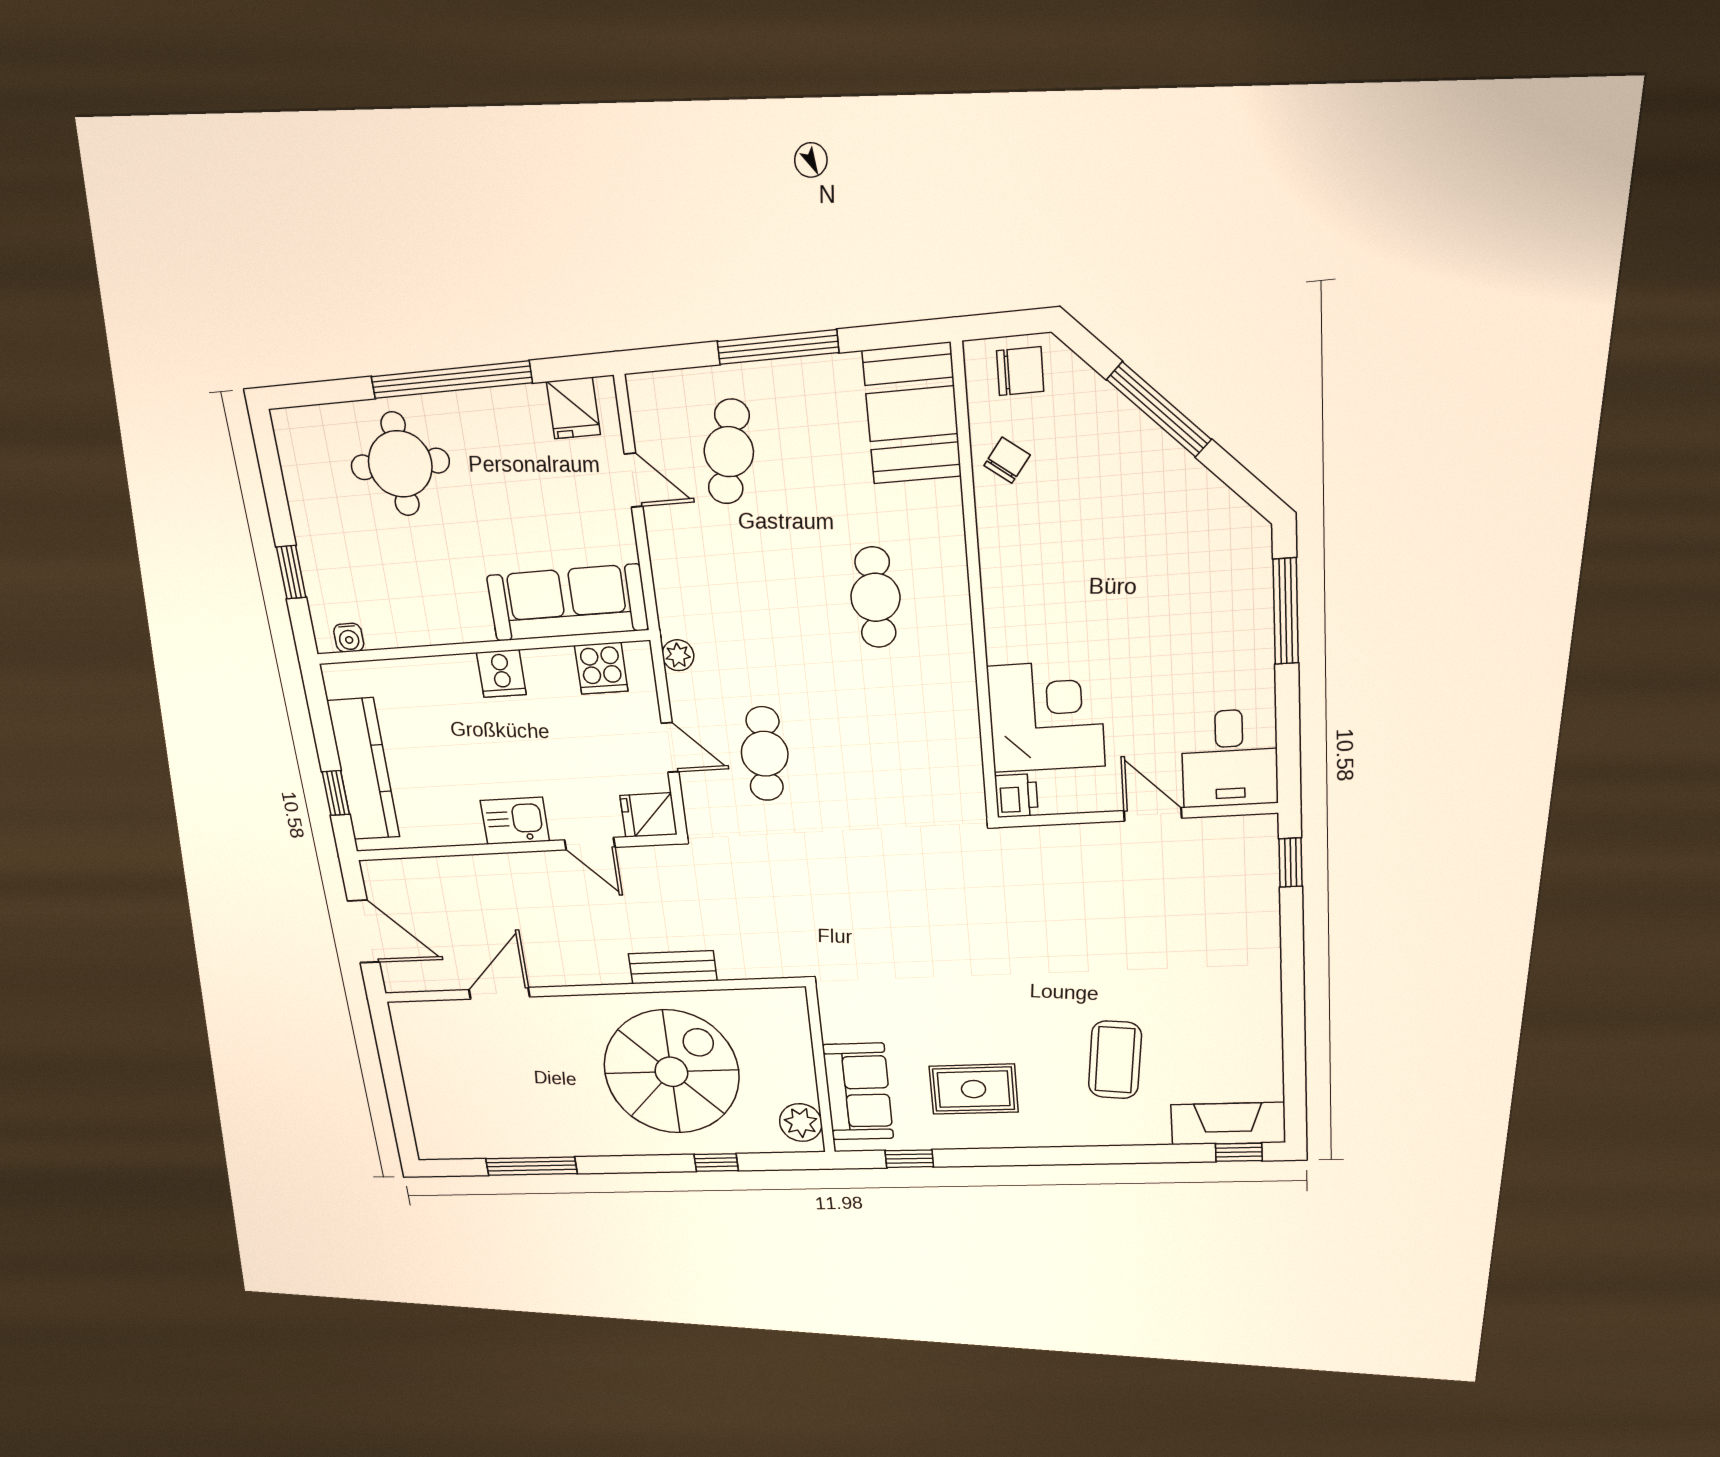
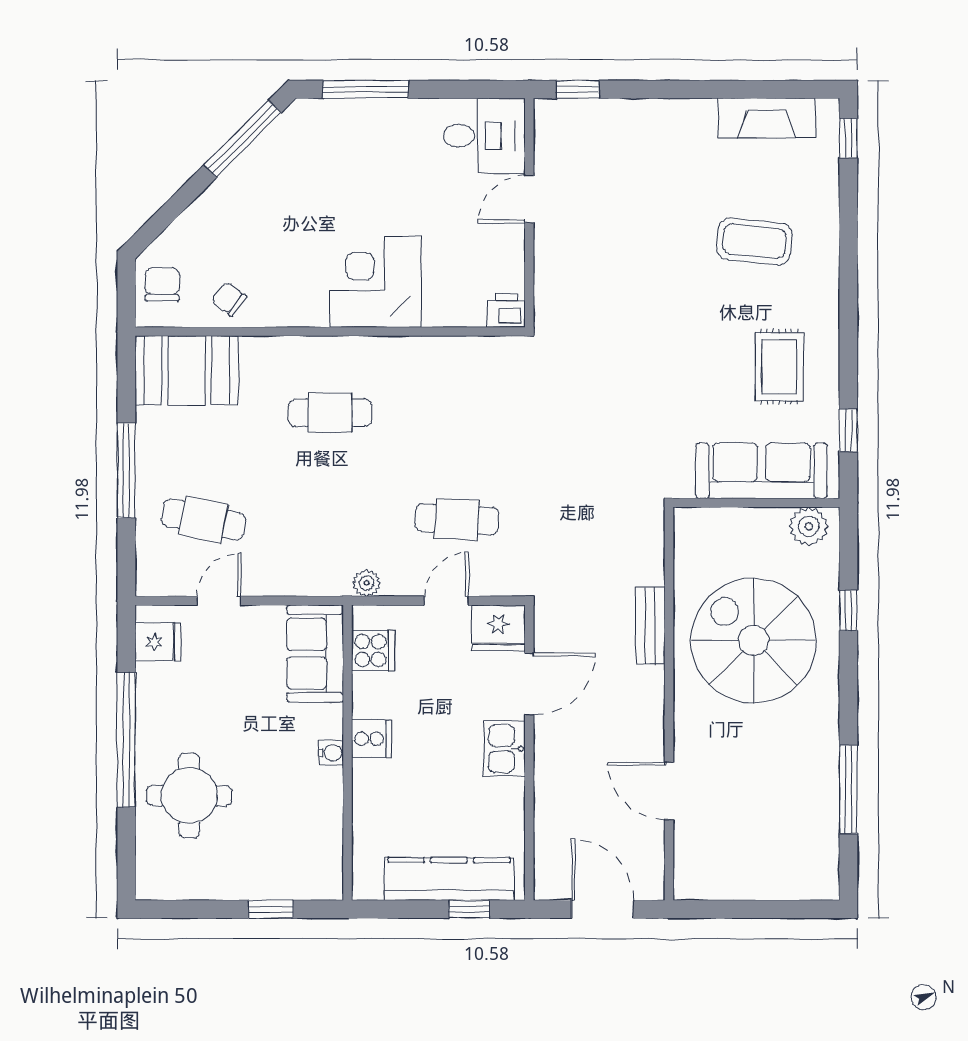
window: (1159, 410) -> (243, 139), moved
sofa: (568, 603) -> (315, 654), width x0.73
water cooler: (349, 638) -> (331, 753), moved
corner desk: (1046, 716) -> (375, 282), moved
fridge: (648, 815) -> (498, 628), width x1.38
door: (590, 844) -> (529, 684), width x1.38
door: (364, 931) -> (603, 909), hinge flipped
sofa: (858, 1092) -> (762, 471), width x1.36
fireplace: (1228, 1124) -> (767, 118), moved, turned -90

